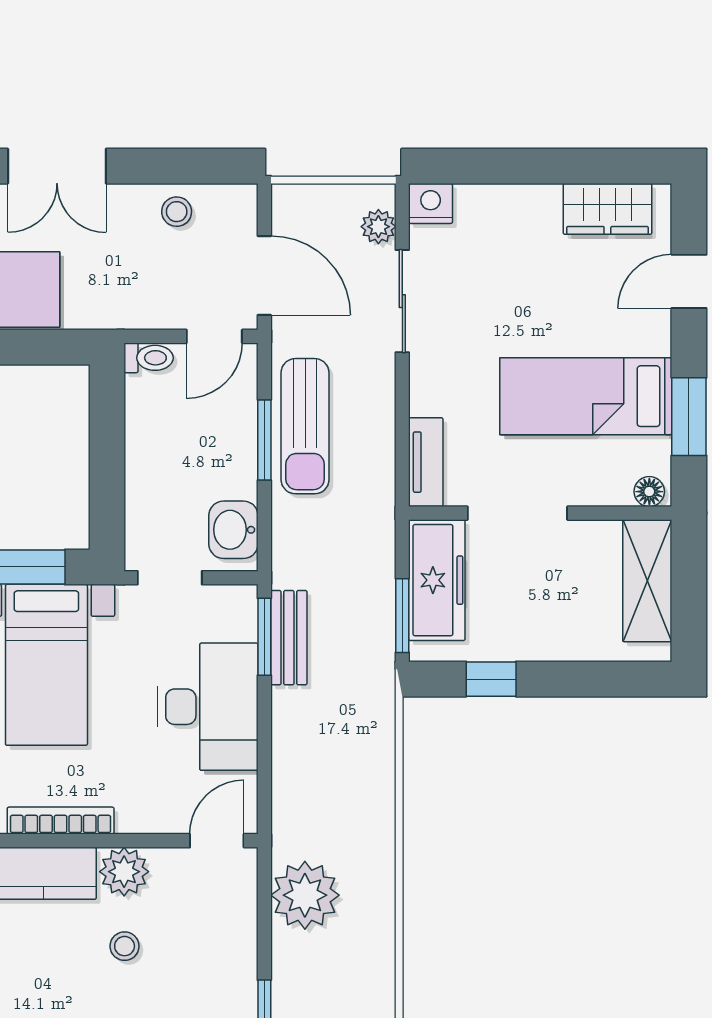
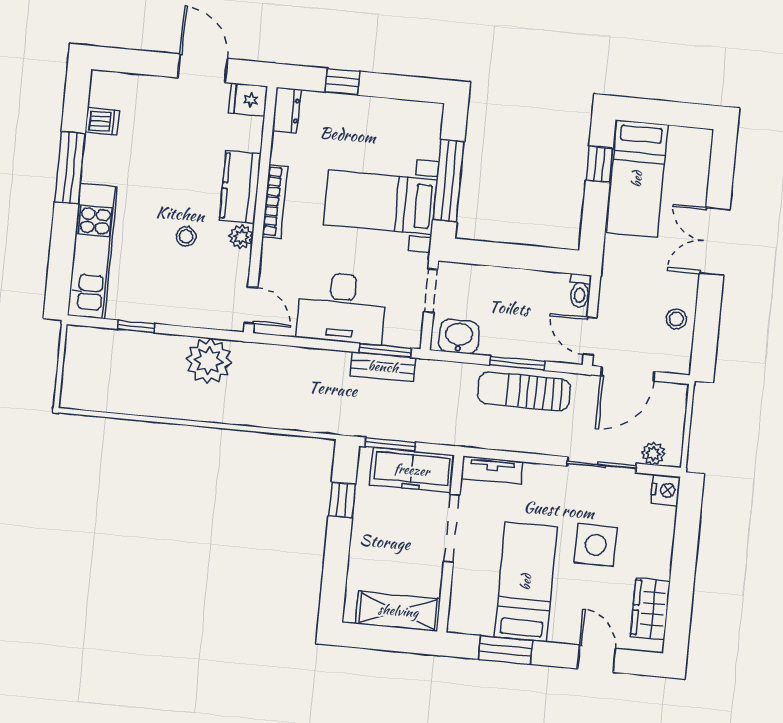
side table: (521, 299) -> (596, 545), added
floor lamp: (649, 492) -> (458, 618), removed
plant: (124, 872) -> (241, 237), width x0.73, depth x0.73

